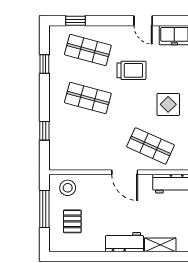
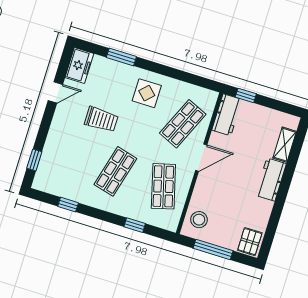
shop shelf: (88, 50) -> (163, 186), moved, turned -30
trolley: (131, 70) -> (101, 119), turned 90
pallet: (72, 221) -> (250, 242), moved, turned 90

